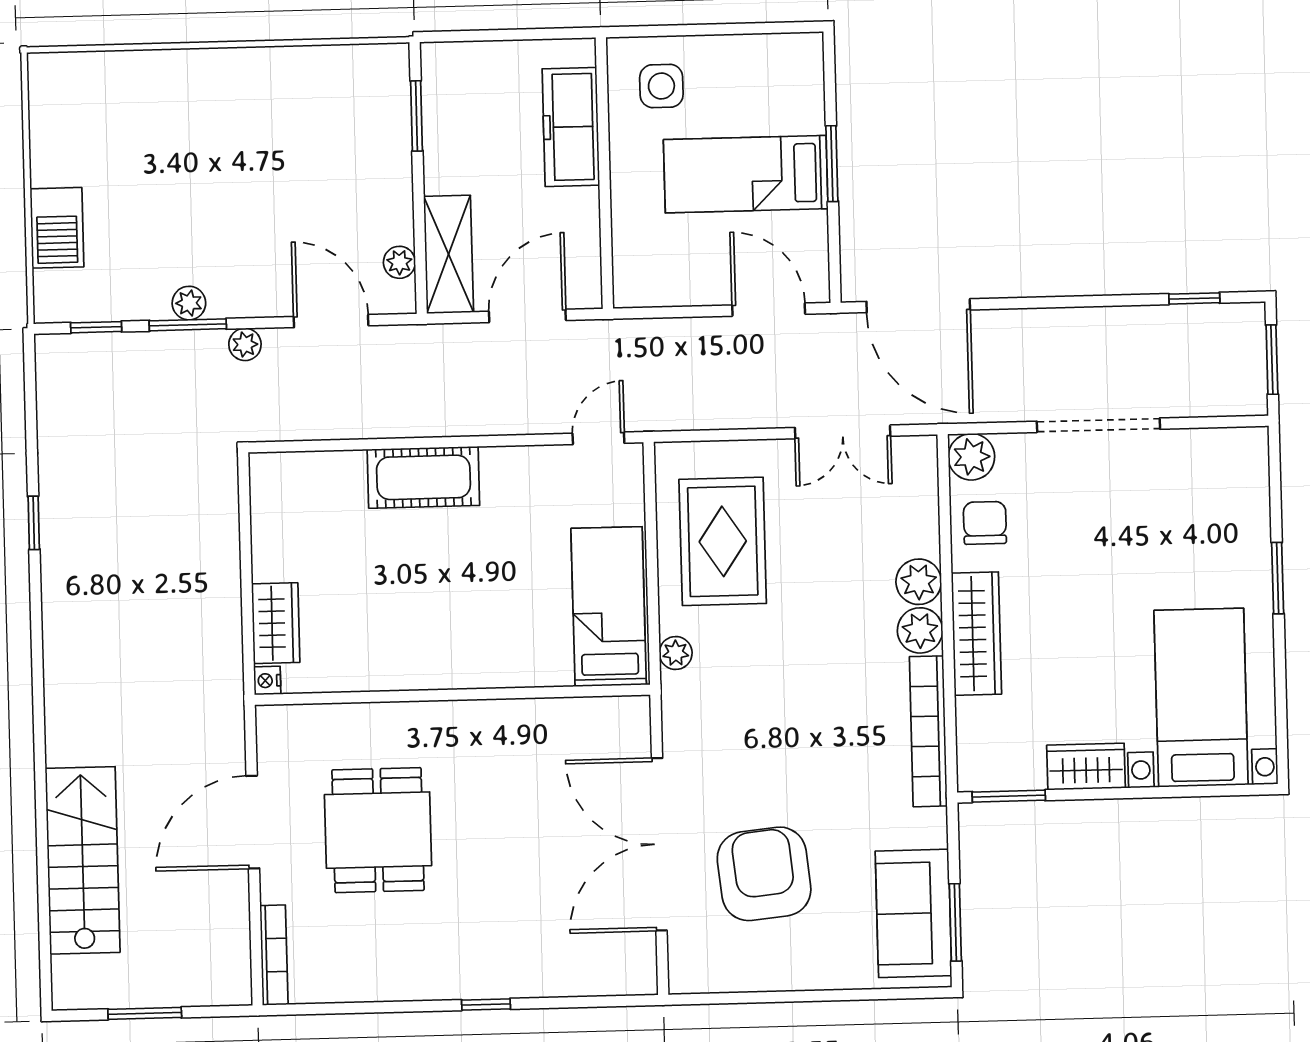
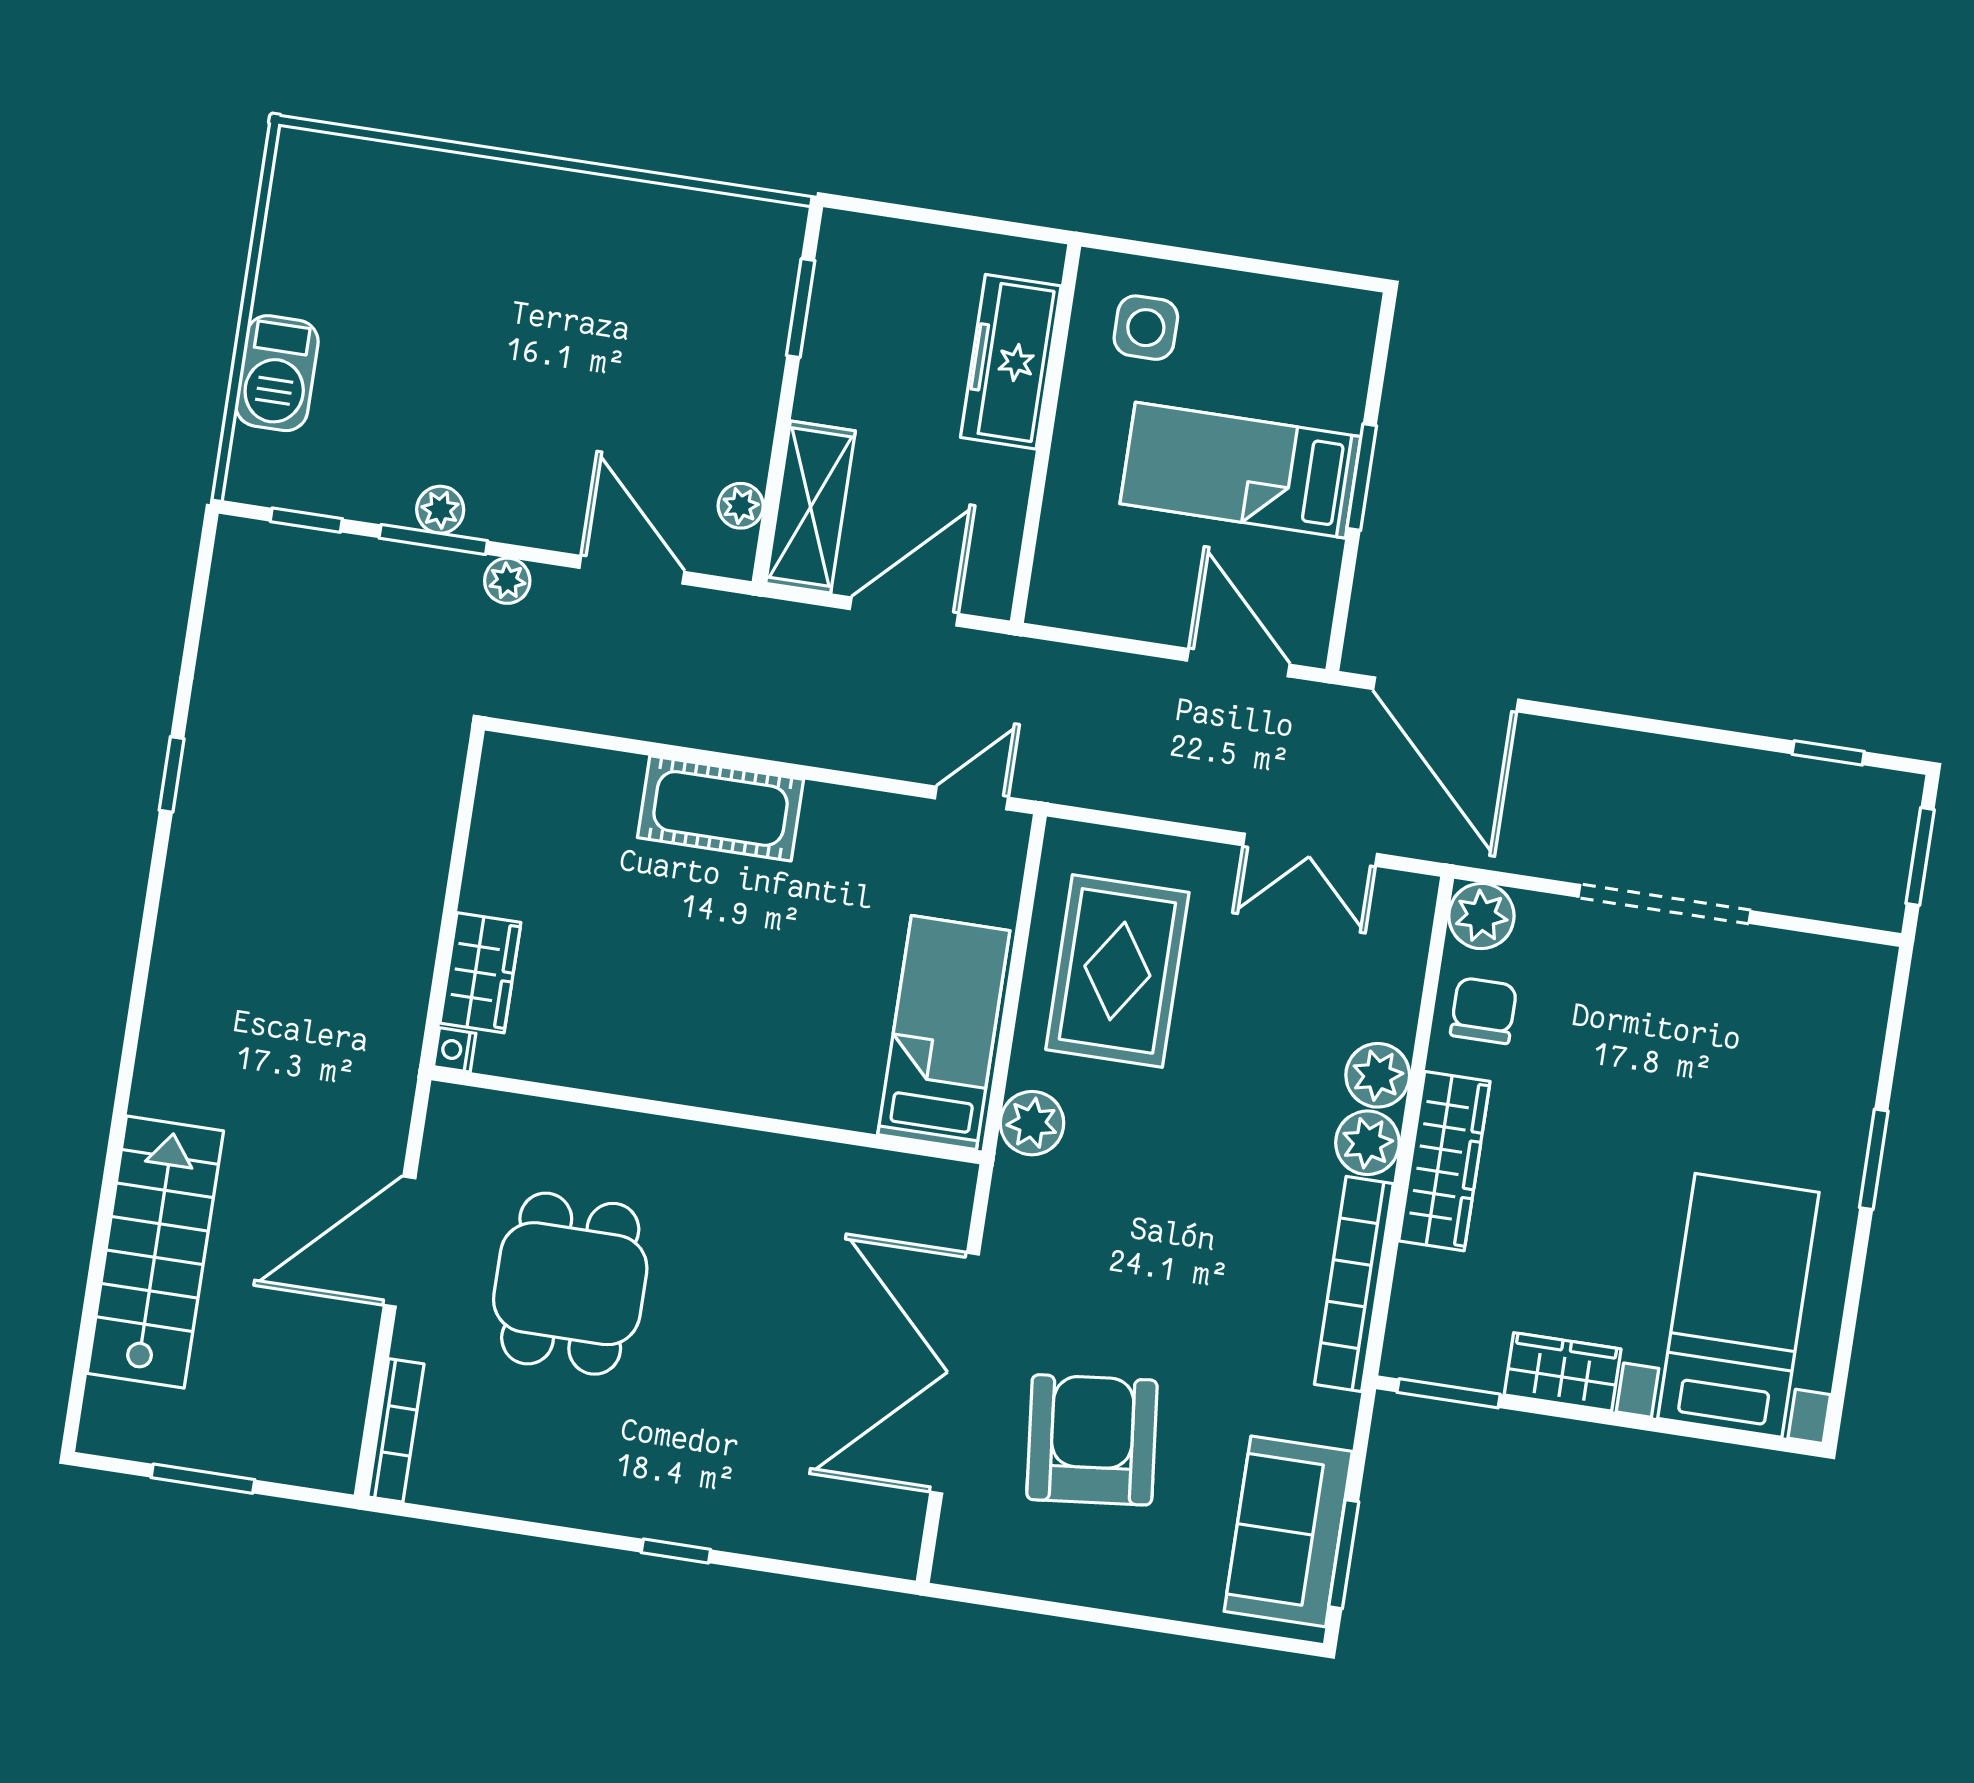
plant: (676, 653) -> (1032, 1123), width x1.38, depth x1.38

